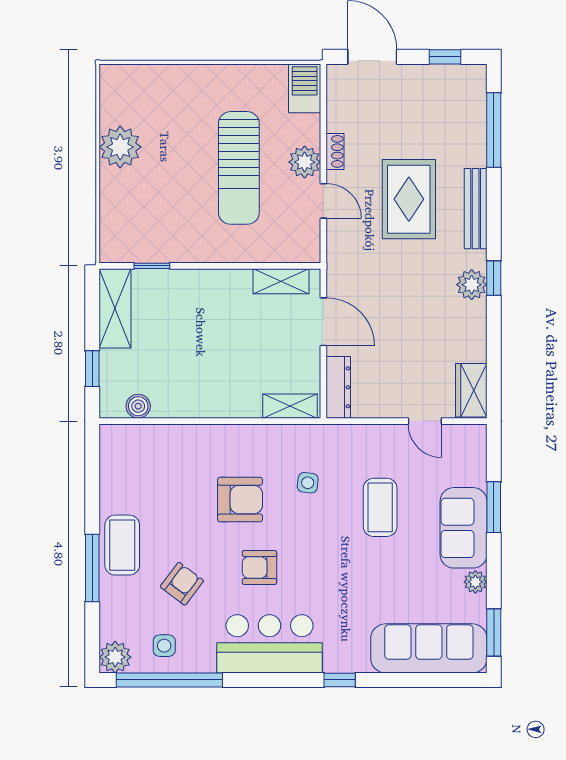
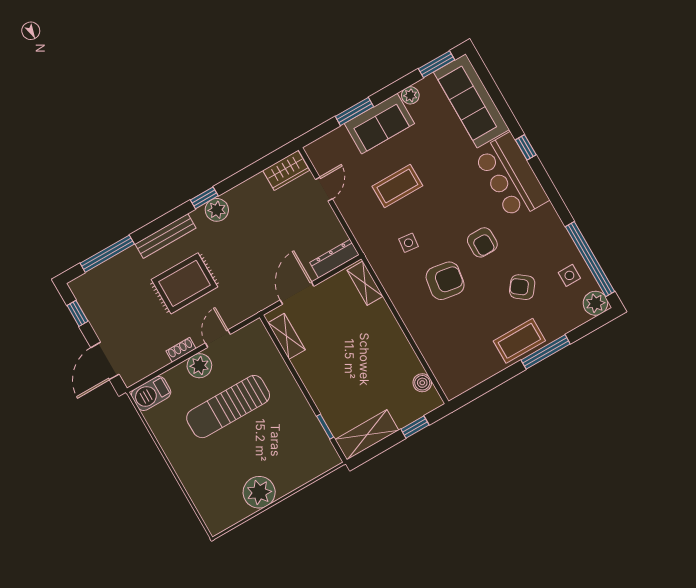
sun lounger: (239, 168) -> (228, 407), turned 180
armchair: (240, 500) -> (445, 281), turned 99
bar counter: (269, 644) -> (511, 177), moved

